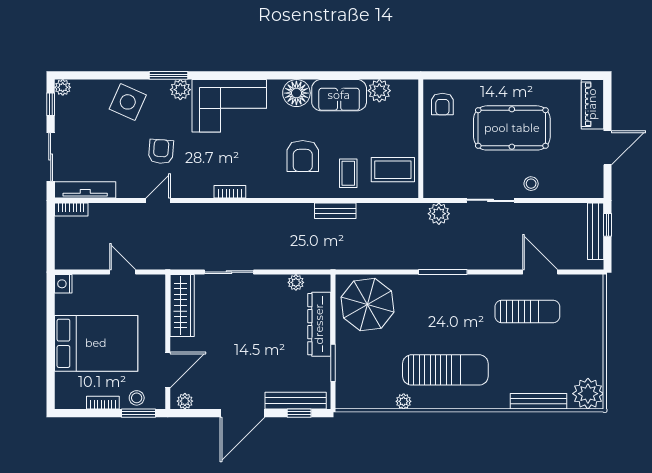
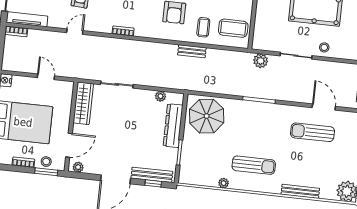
sun lounger: (527, 312) -> (313, 132), turned 180
sun lounger: (445, 370) -> (254, 165), width x0.73, depth x0.75
bench: (539, 401) -> (300, 191), moved

